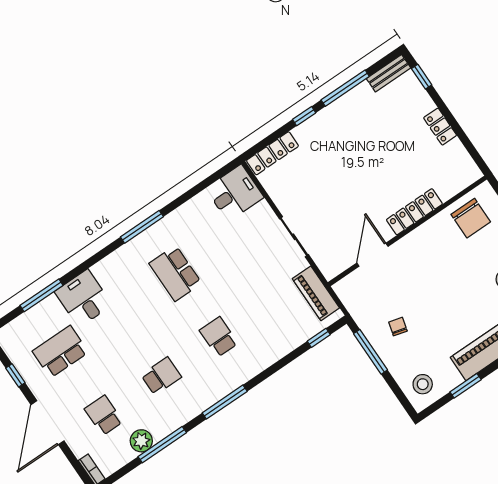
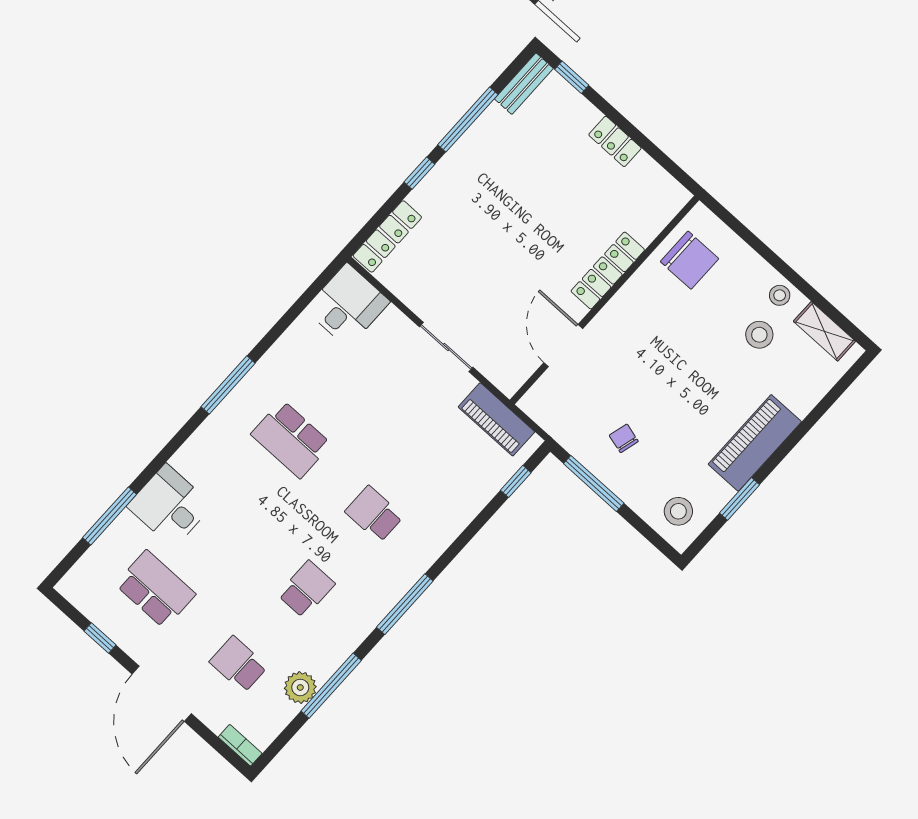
school desk: (60, 352) -> (155, 589), turned 90

